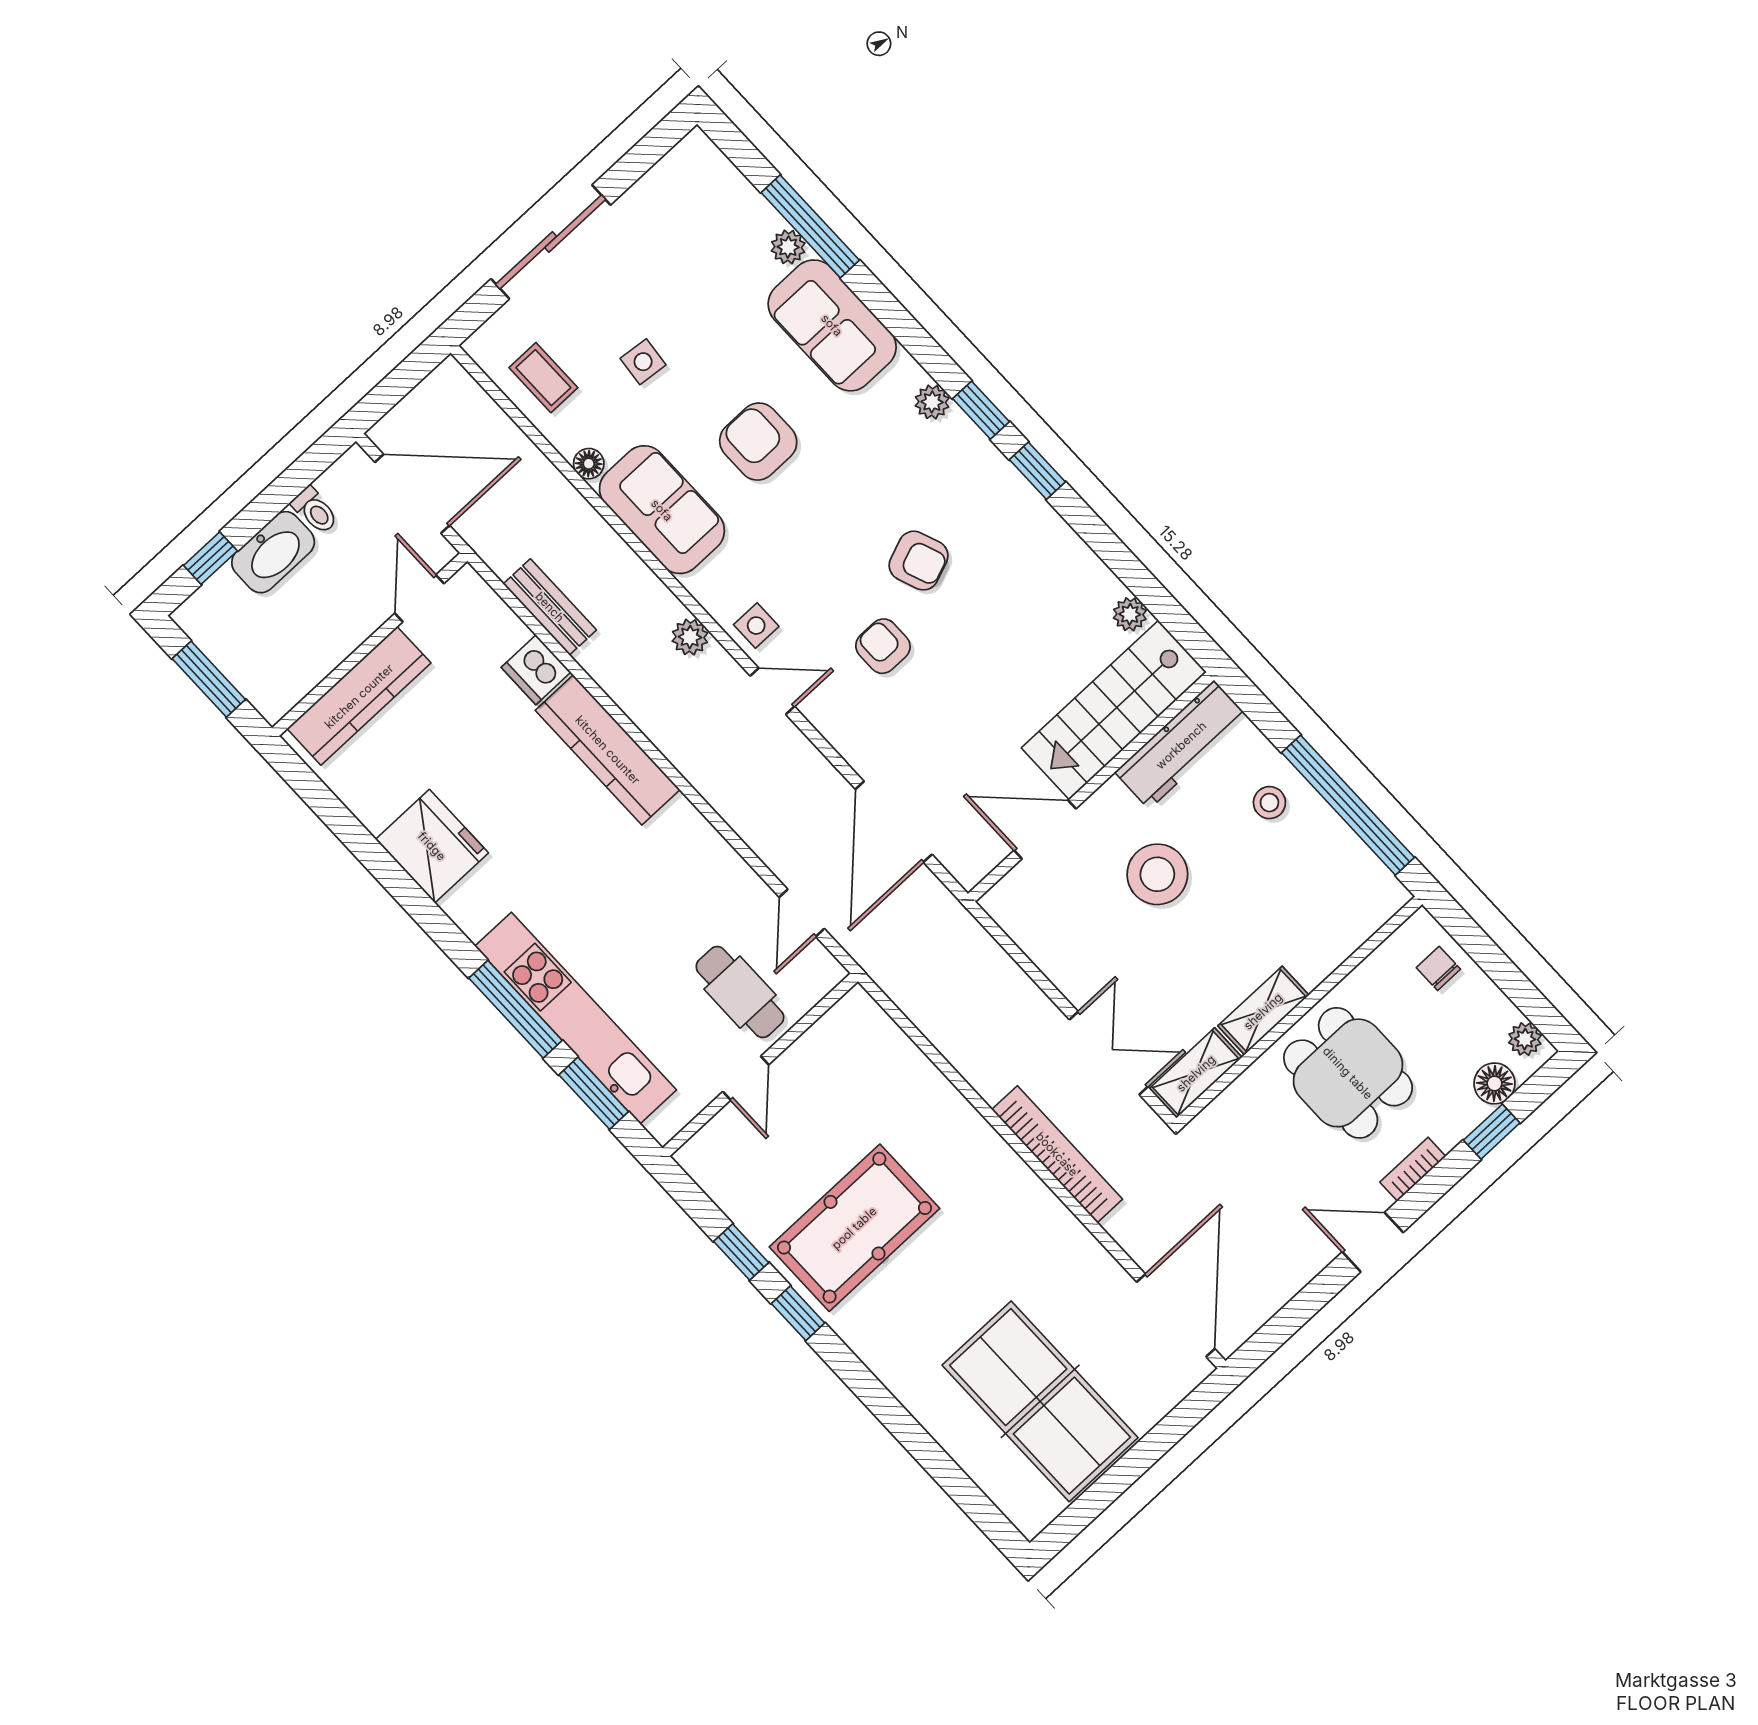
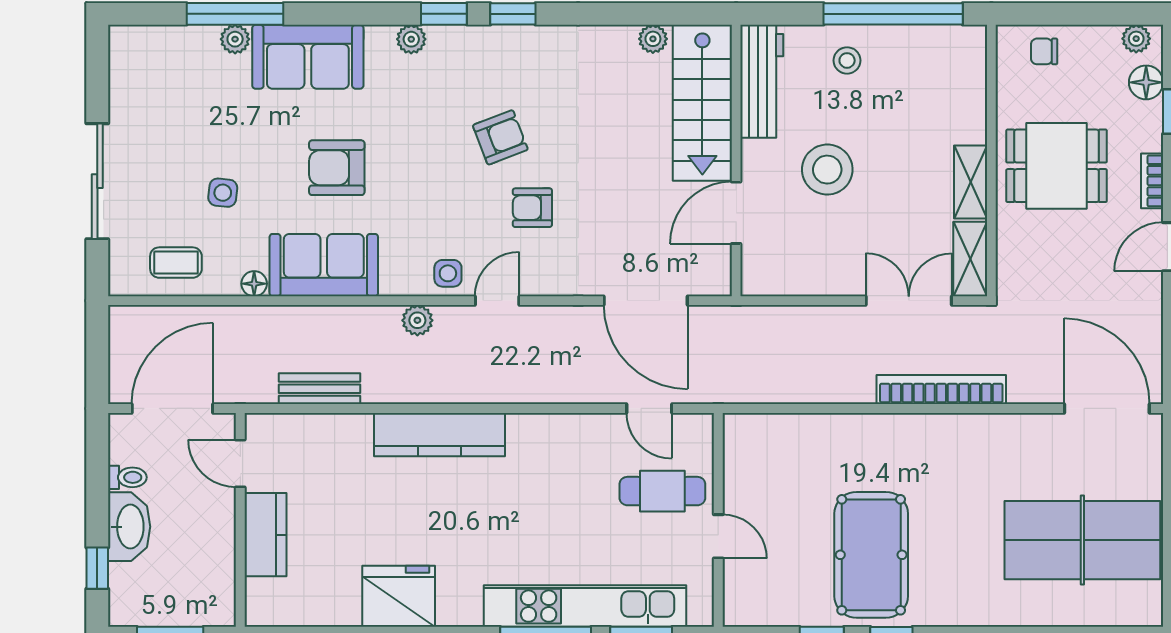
dishwasher: (536, 670) -> (350, 433), removed
kitchen counter: (359, 696) -> (265, 535), width x0.67

